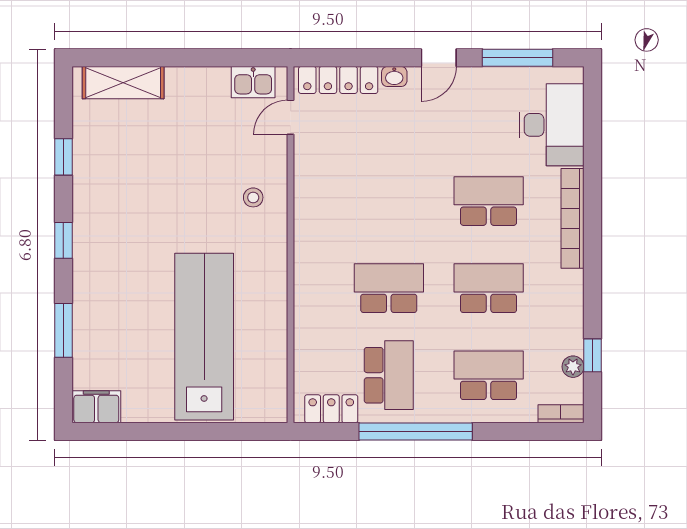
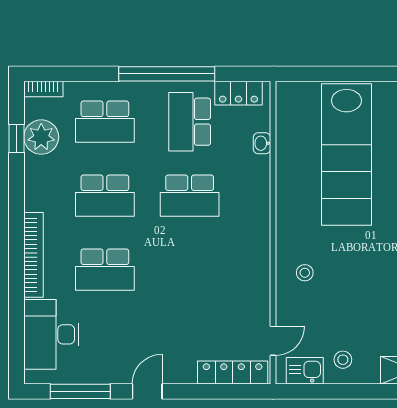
washbasin: (394, 77) -> (262, 143), moved, turned -90
stool: (208, 95) -> (343, 360), added
plant: (573, 367) -> (41, 137), width x1.87, depth x1.87

